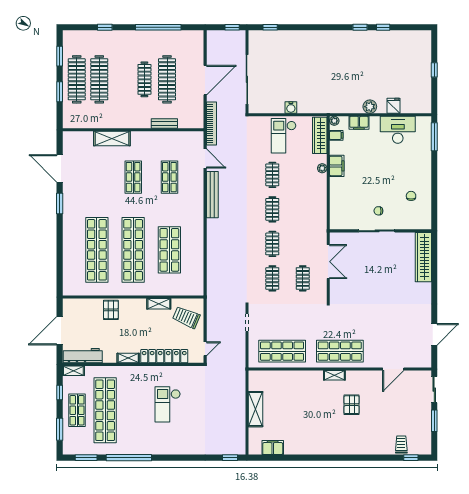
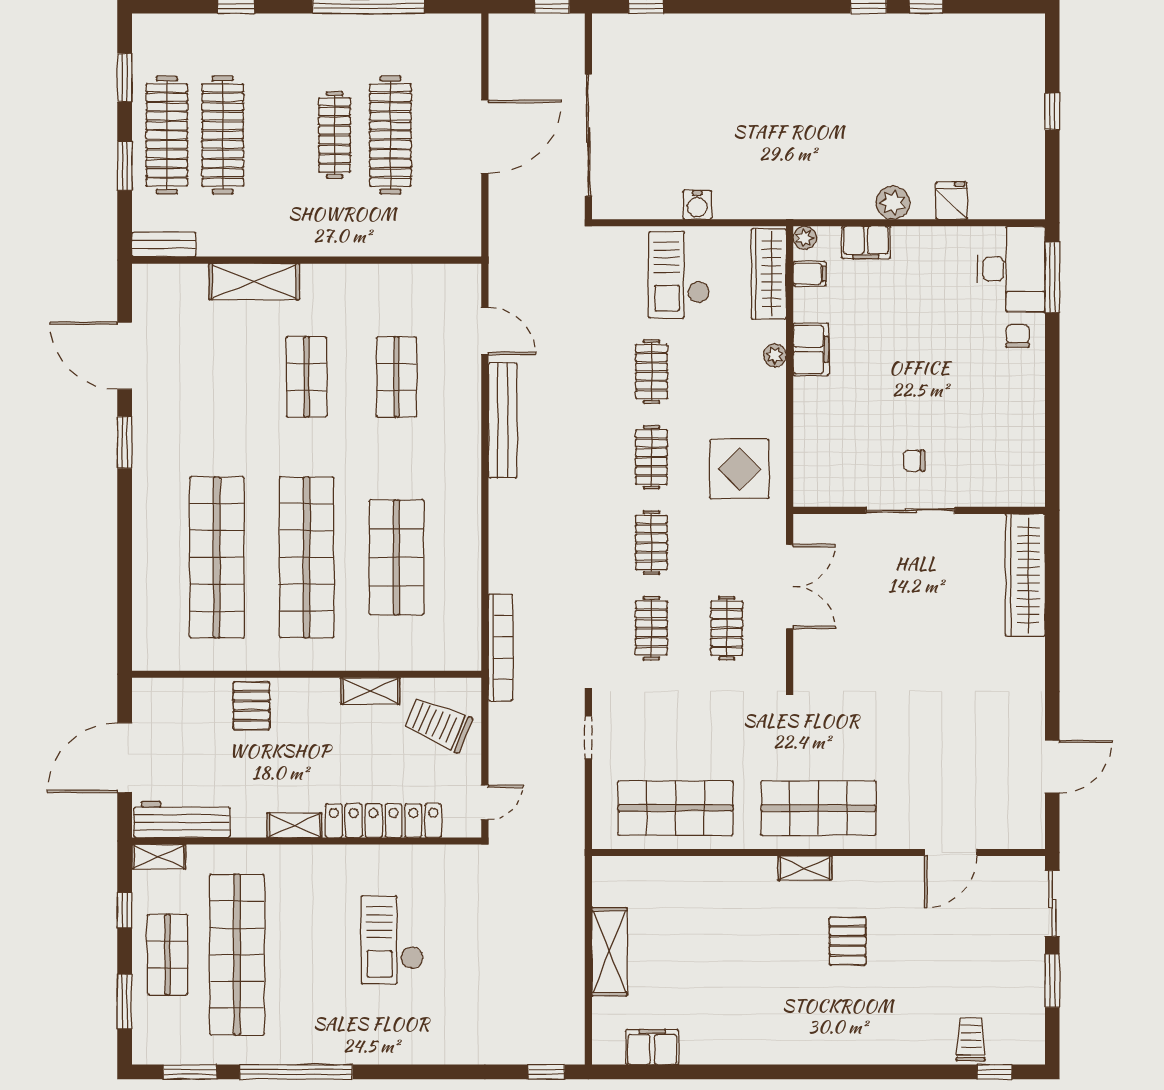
bench: (164, 124) -> (164, 244), moved
bookcase: (211, 124) -> (500, 647), moved
desk: (398, 130) -> (1011, 269), moved, turned 90
chair: (411, 196) -> (1018, 336), moved
display table: (308, 214) -> (739, 469), added

